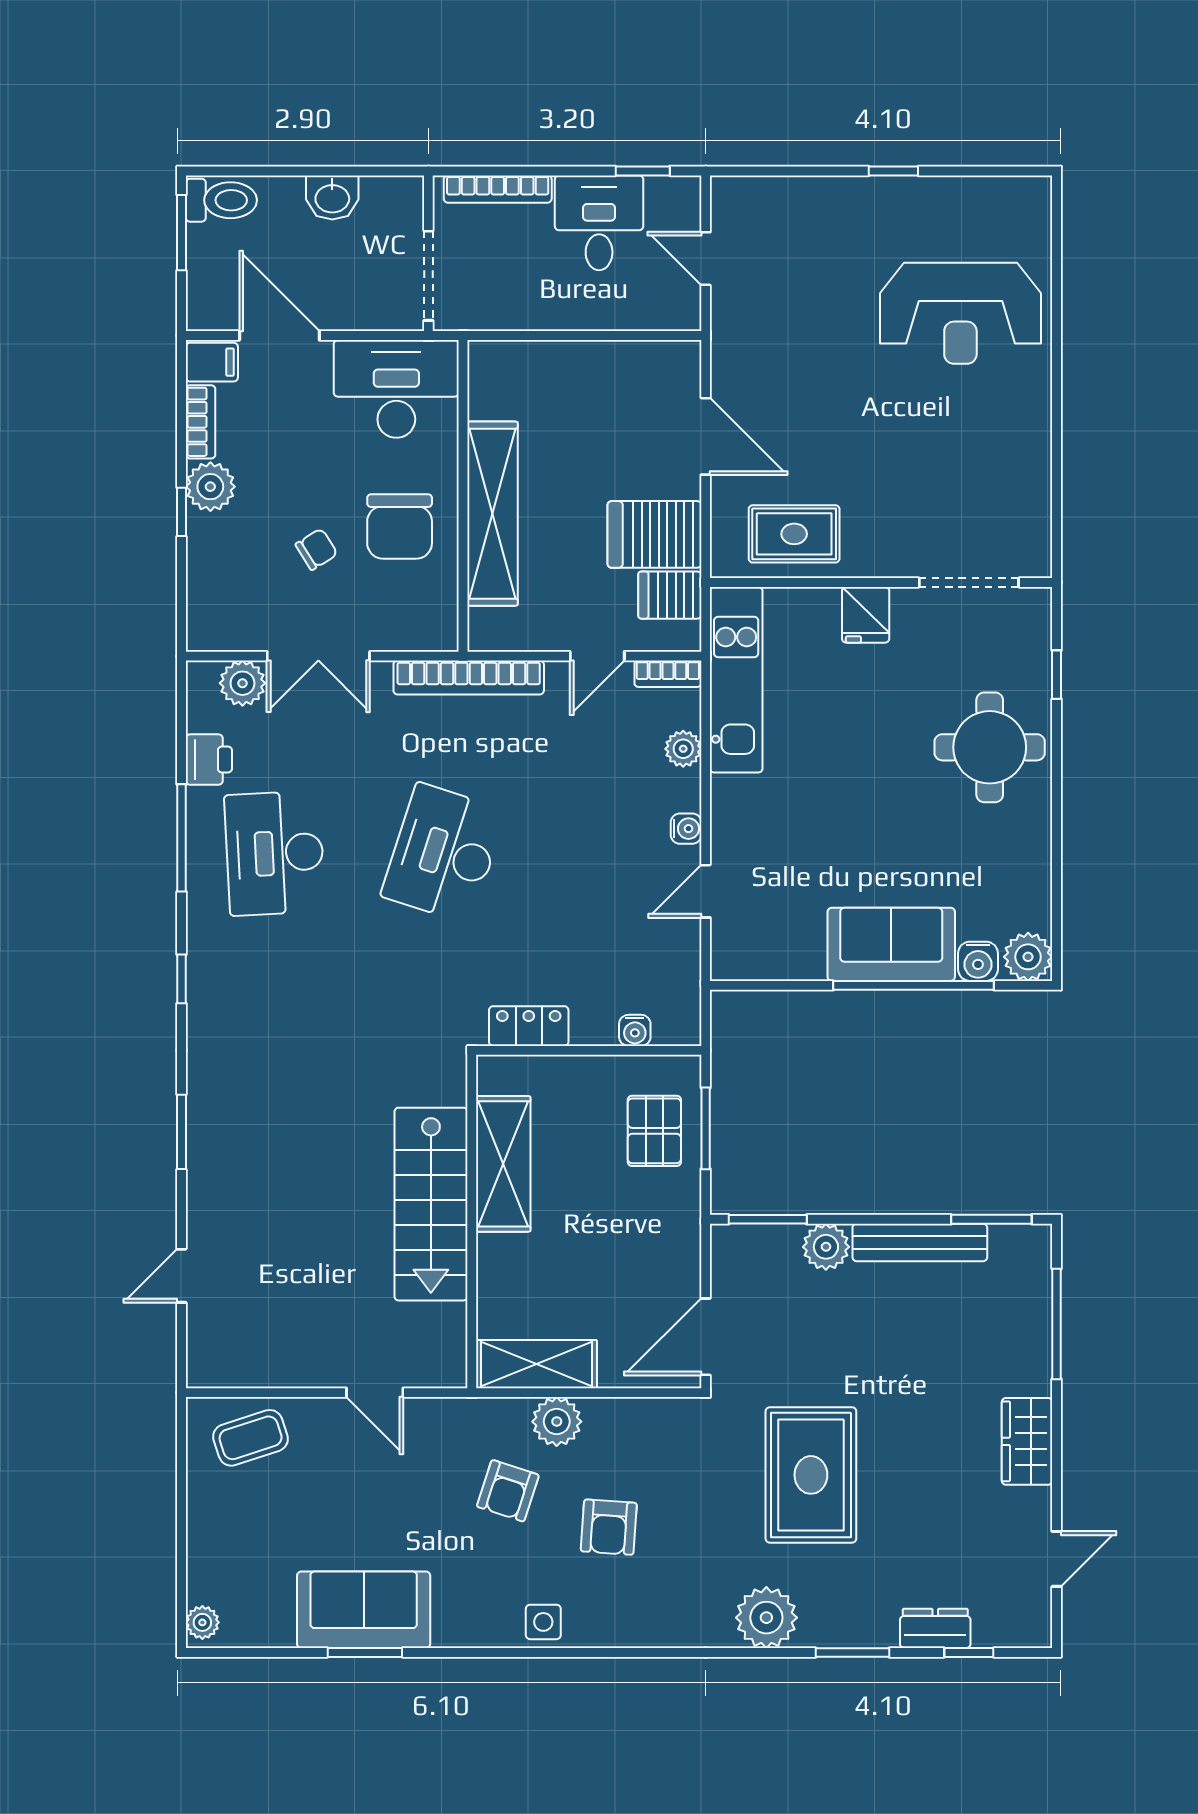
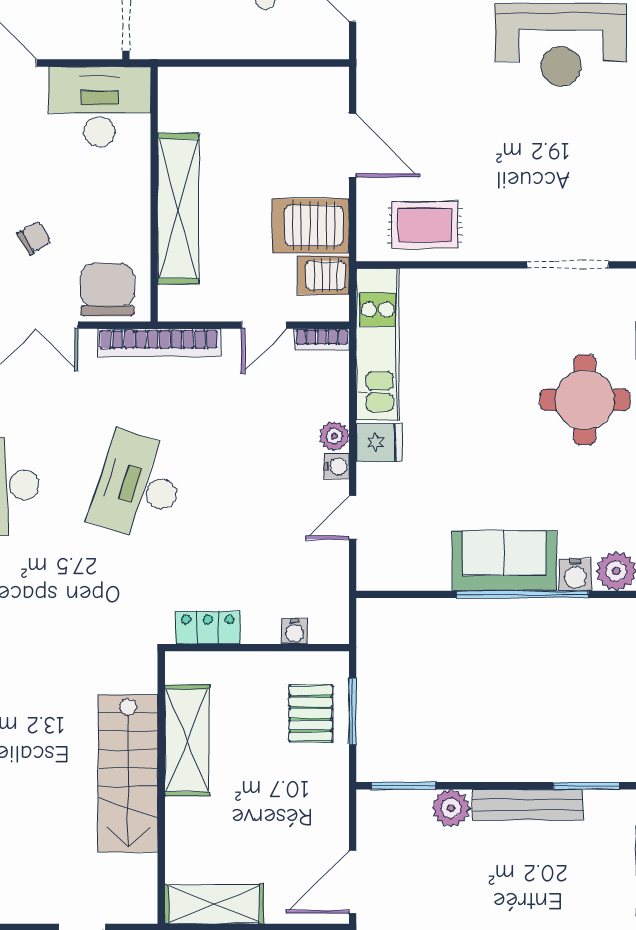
chair: (400, 526) -> (107, 290), moved, turned 180
fridge: (866, 615) -> (379, 443), moved, turned -90
plant: (683, 749) -> (334, 436), moved

